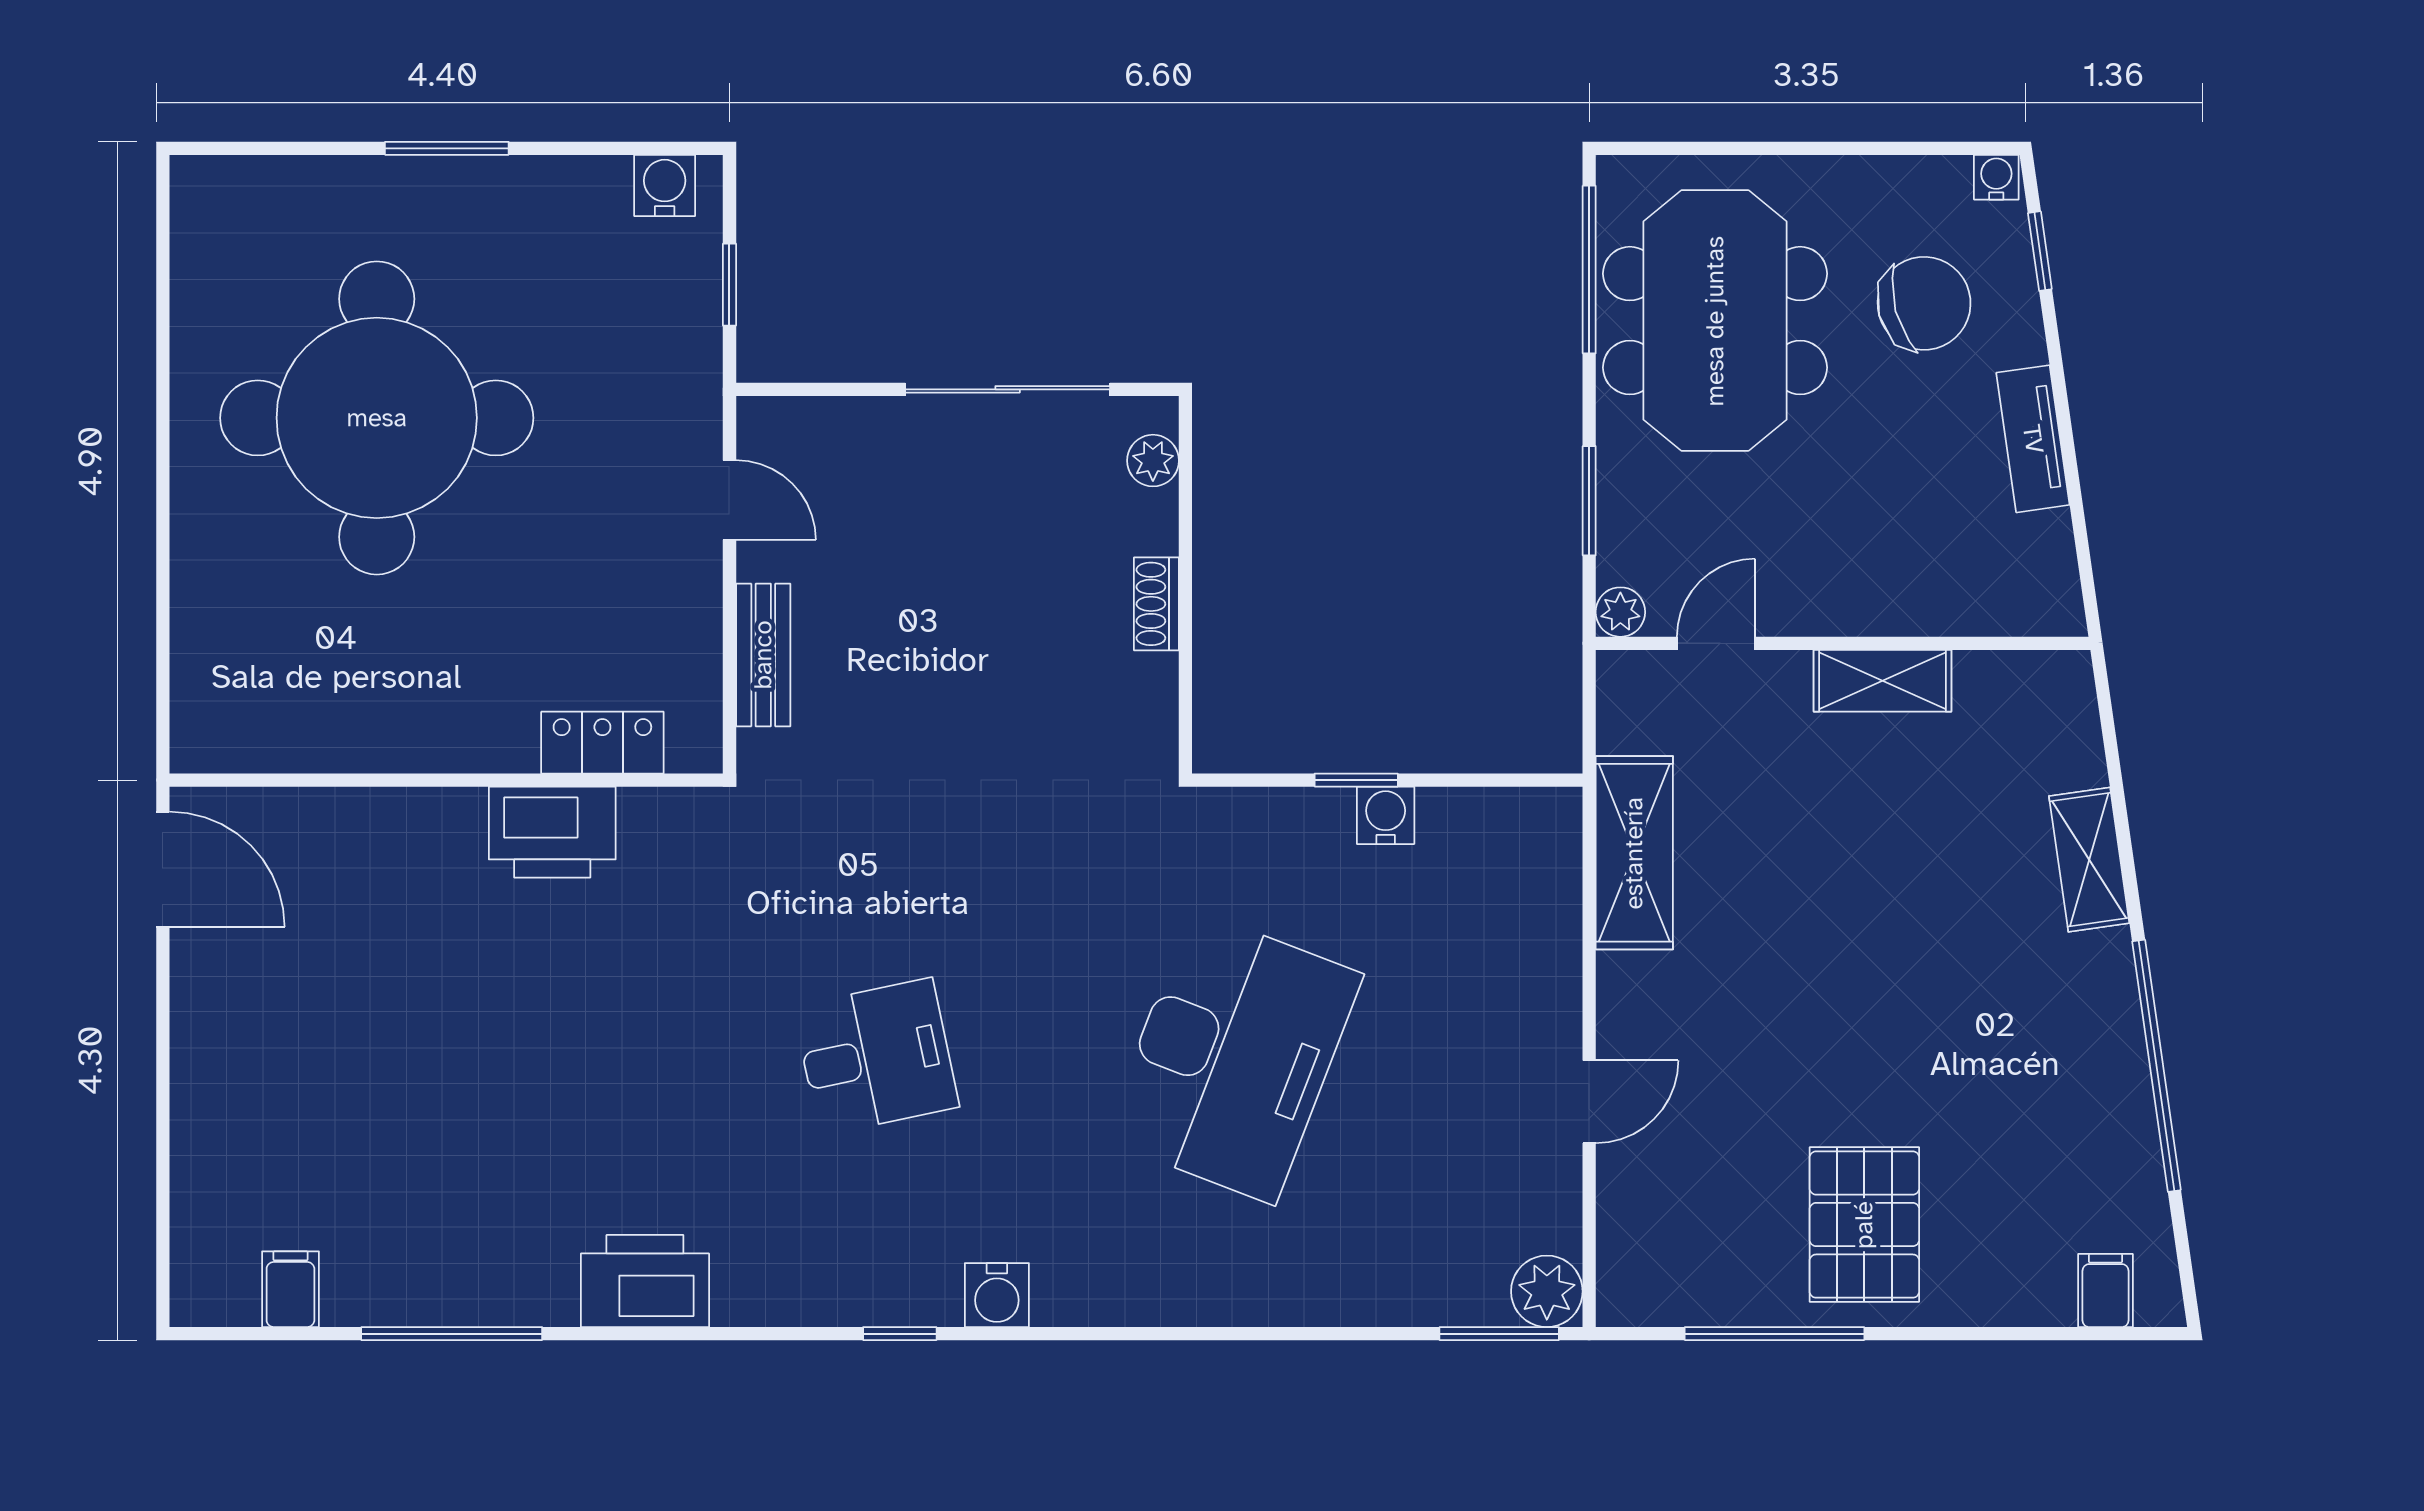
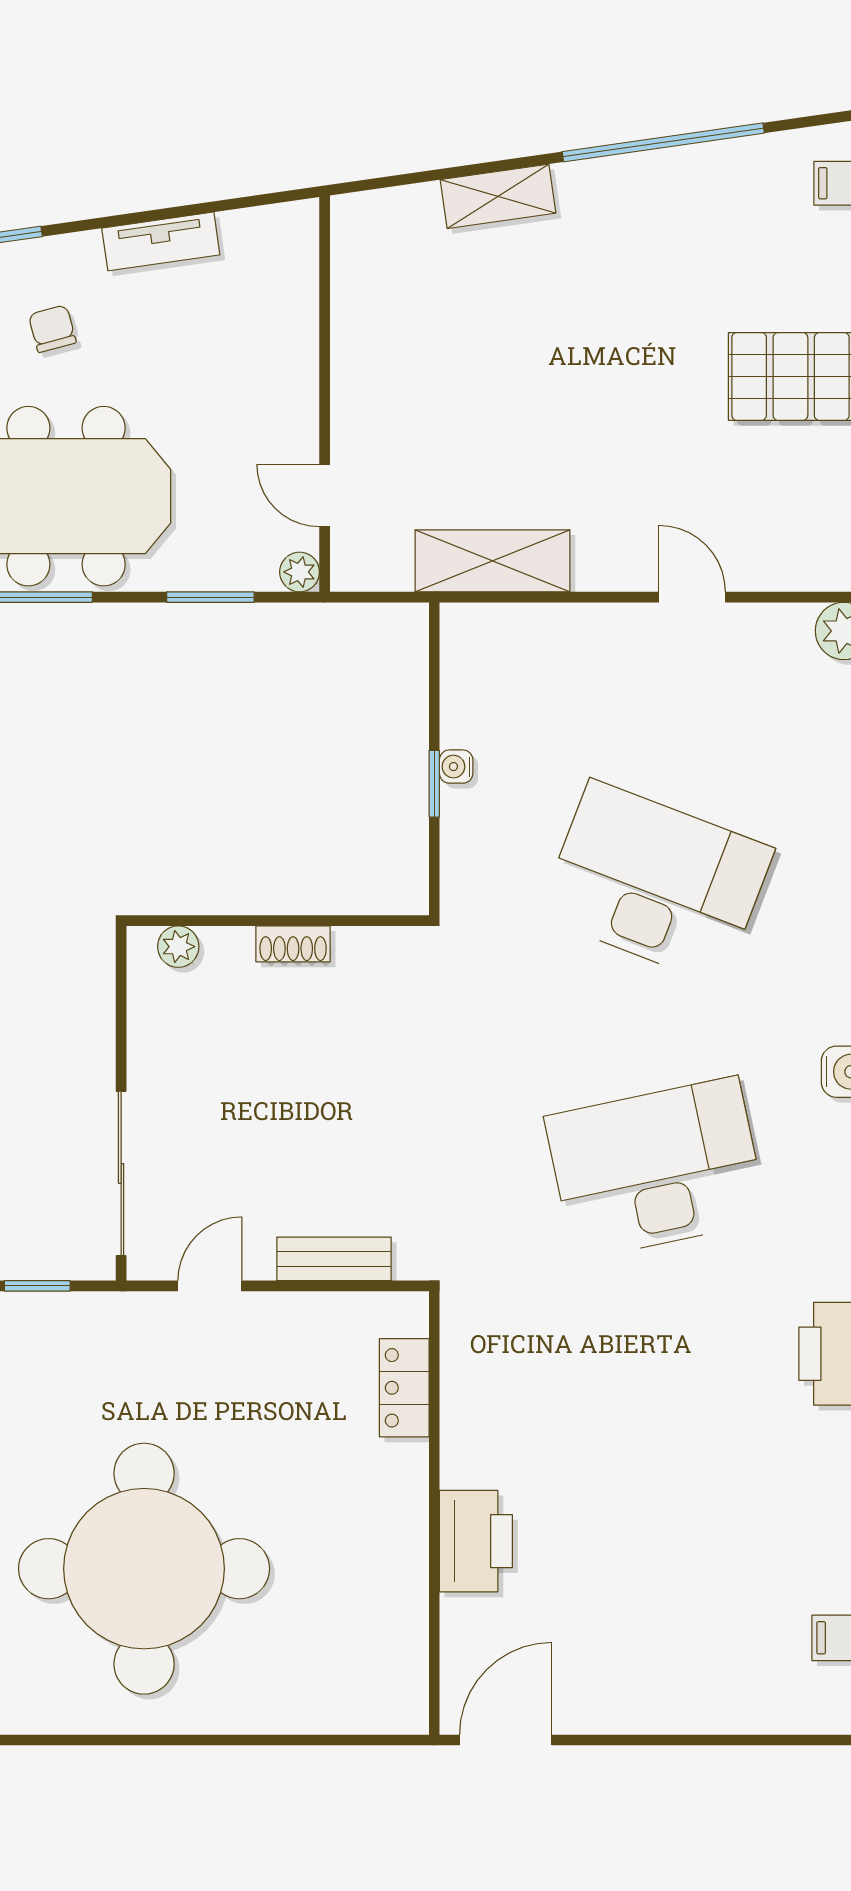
chair: (1924, 303) -> (52, 329), width x0.54, depth x0.54
sliding door: (1008, 389) -> (121, 1173), moved
shelving: (1882, 681) -> (355, 362), removed
water cooler: (1386, 815) -> (456, 767), width x0.72, depth x0.72
printer: (552, 832) -> (476, 1541), moved
desk: (876, 1057) -> (656, 1169), width x1.87, depth x1.30

